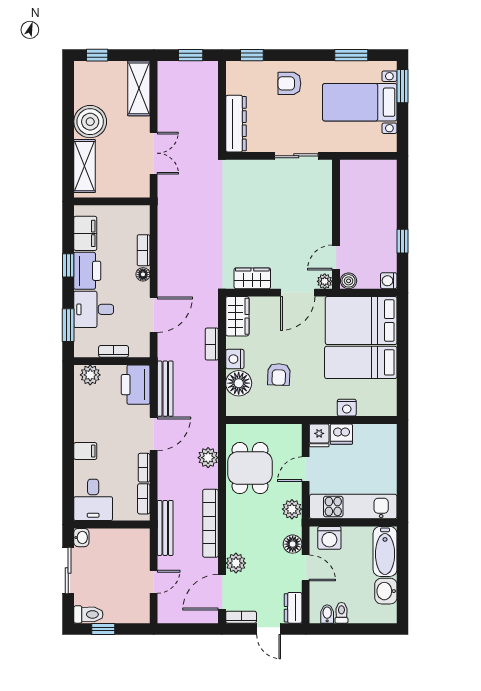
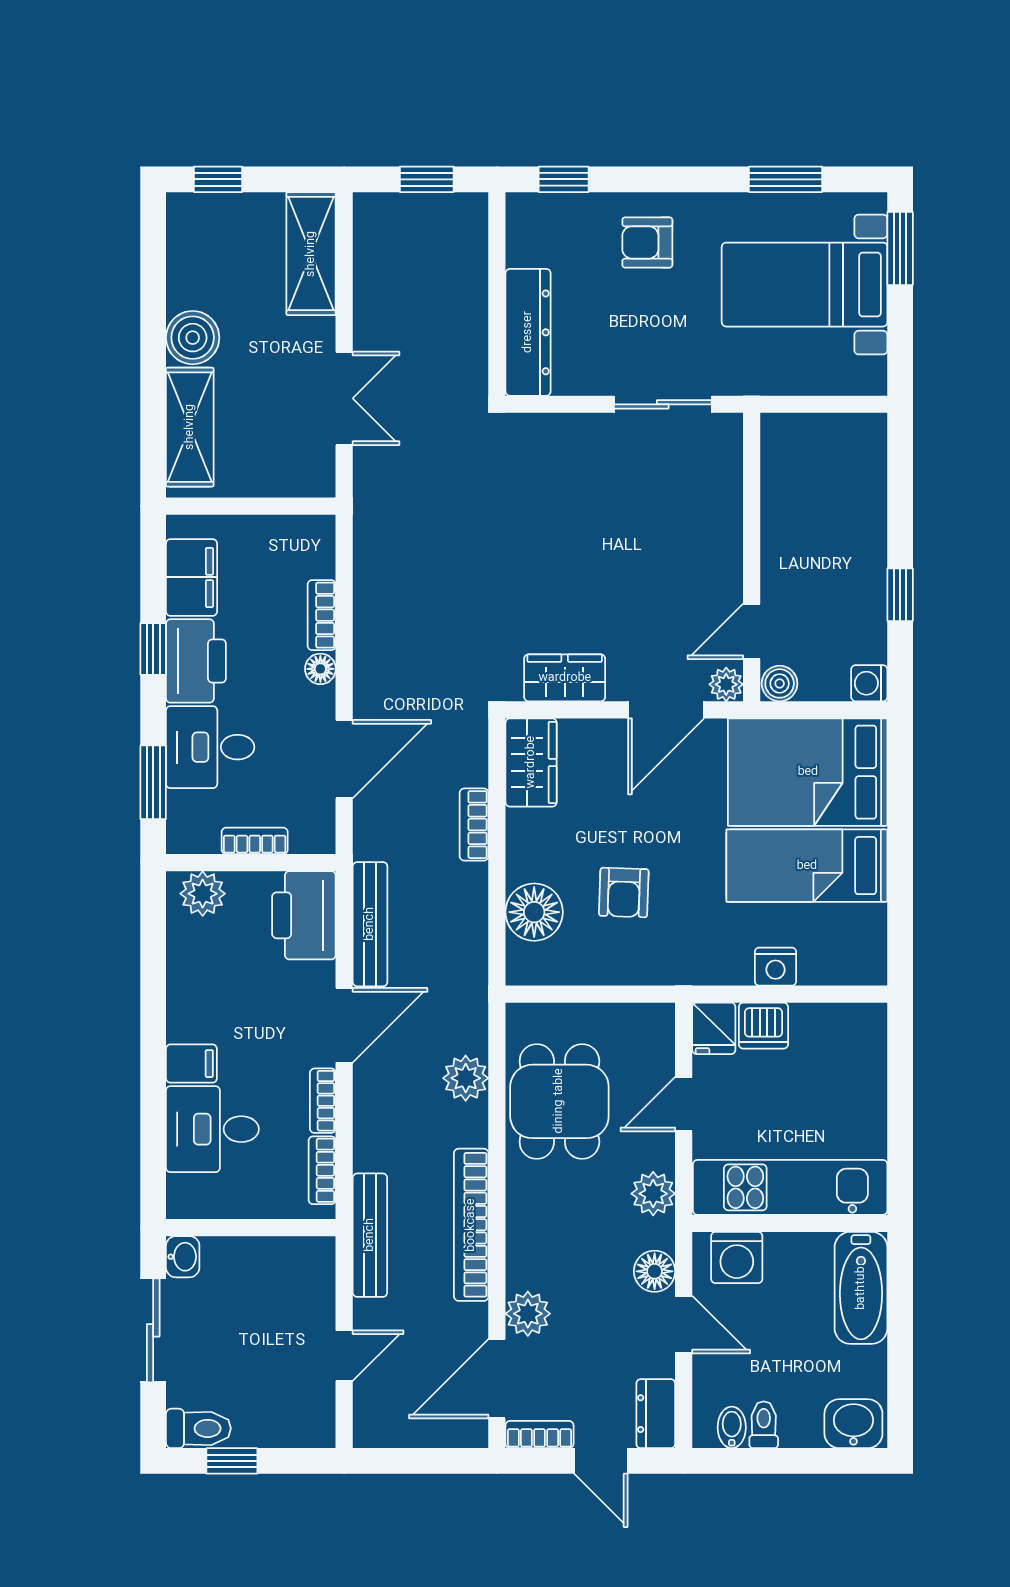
boiler: (90, 122) -> (193, 338), width x0.73, depth x0.73
nightstand: (235, 359) -> (526, 858), removed
desk: (93, 500) -> (212, 1129), moved, turned 90
washbasin: (386, 591) -> (853, 1424), moved, turned 90

